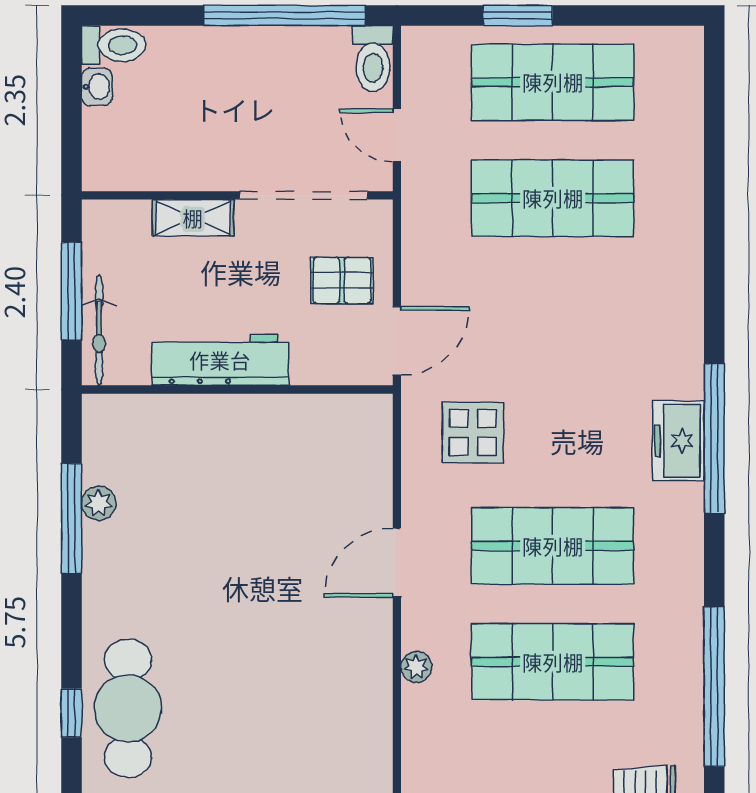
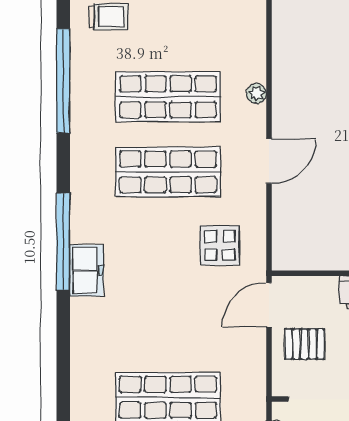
freezer: (678, 441) -> (86, 270), moved

